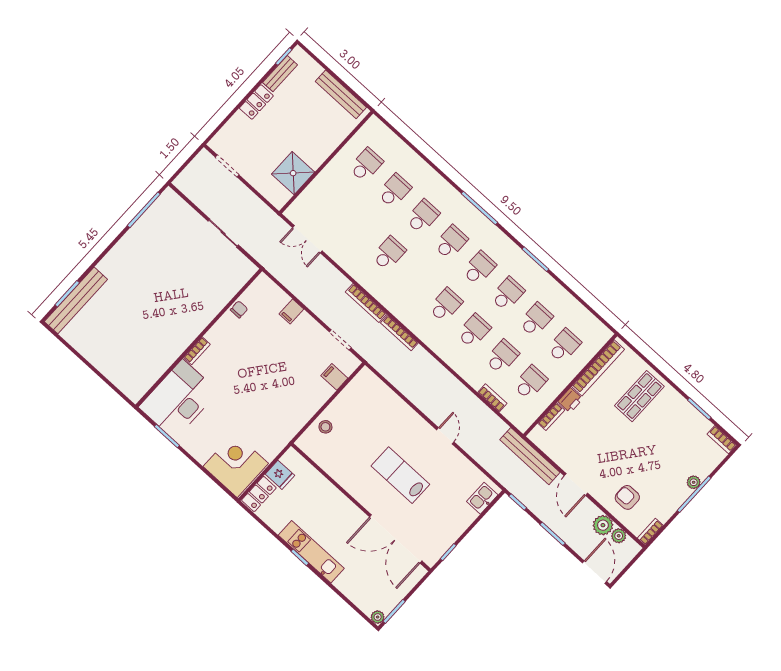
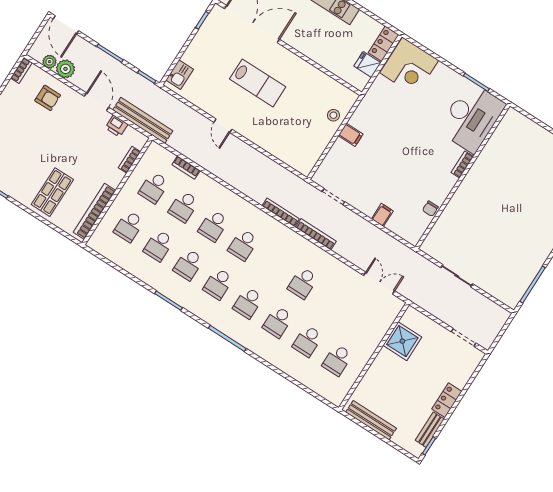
filing cabinet: (334, 377) -> (351, 135), moved
printer: (570, 400) -> (116, 126), moved, turned -90

